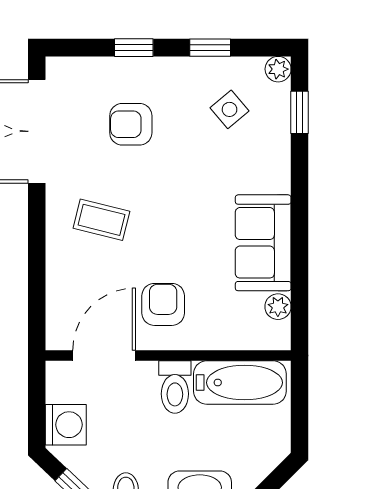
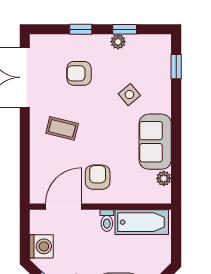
plant: (278, 69) -> (118, 42), moved
side table: (230, 109) -> (129, 95), moved
toilet: (175, 387) -> (107, 221), width x0.73, depth x0.72

